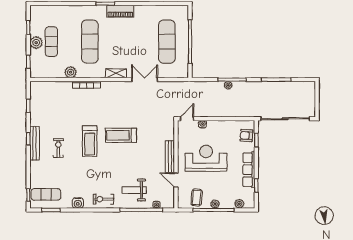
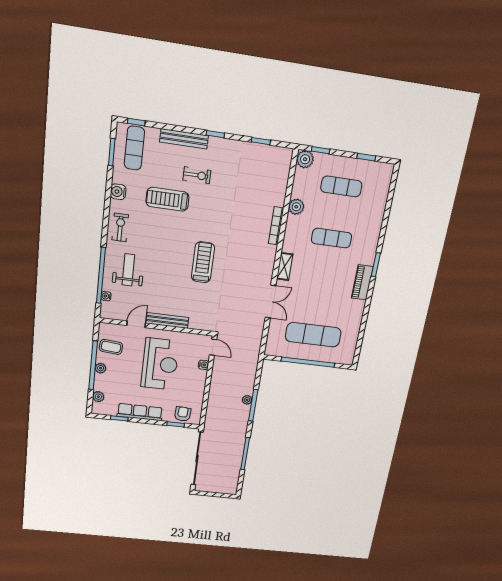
exercise mat: (90, 42) -> (332, 238), width x0.73, depth x0.69
plant: (36, 43) -> (305, 159), moved
treadmill: (90, 141) -> (167, 199), moved
bench: (35, 143) -> (184, 139), moved

